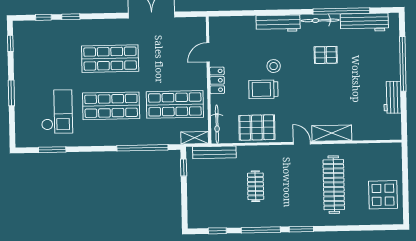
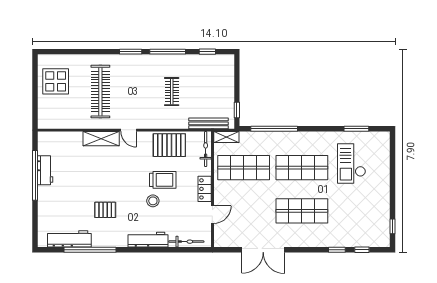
bicycle: (320, 20) -> (186, 242), moved
window: (403, 64) -> (35, 175), moved
window: (11, 93) -> (393, 181), removed

